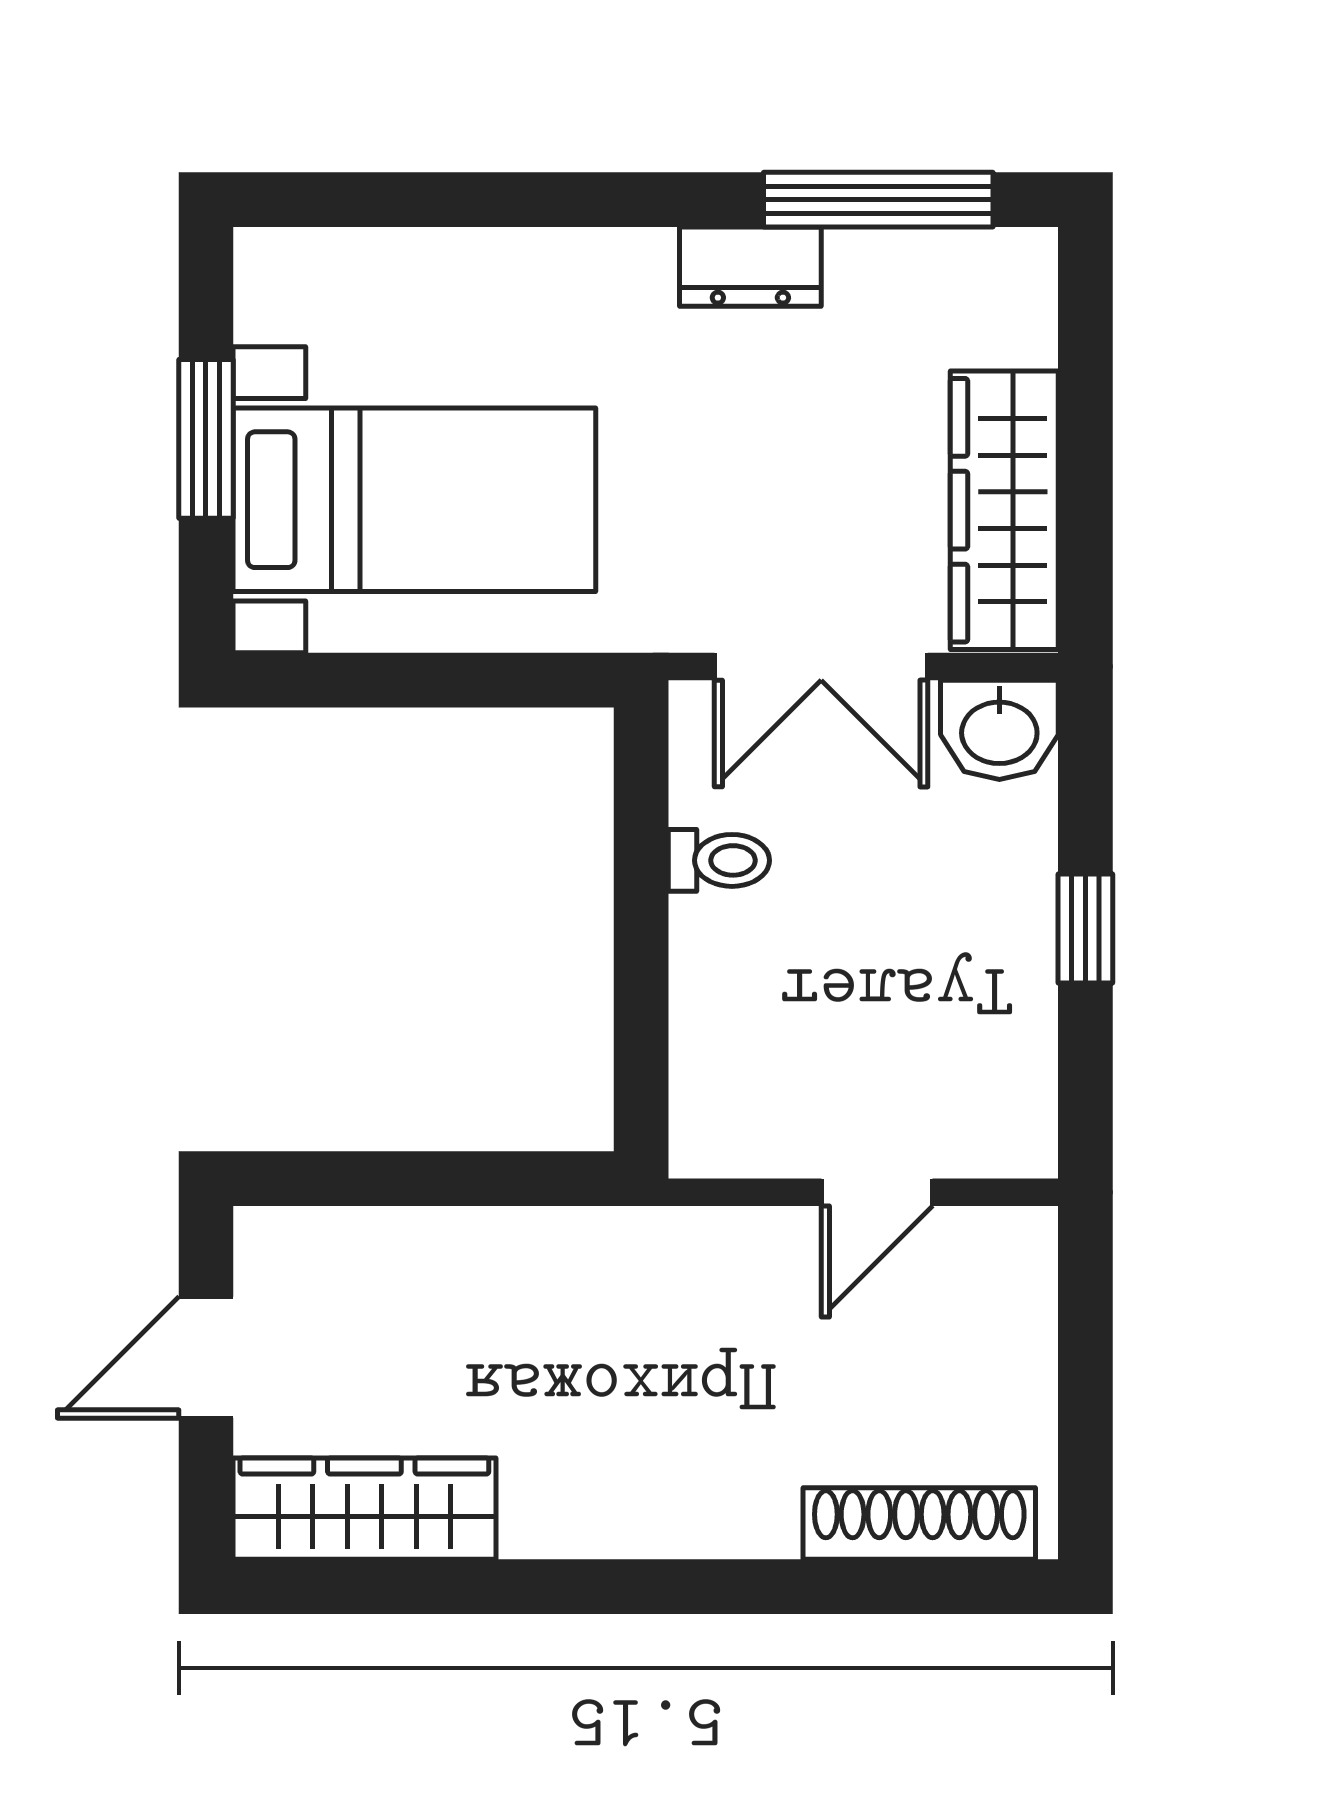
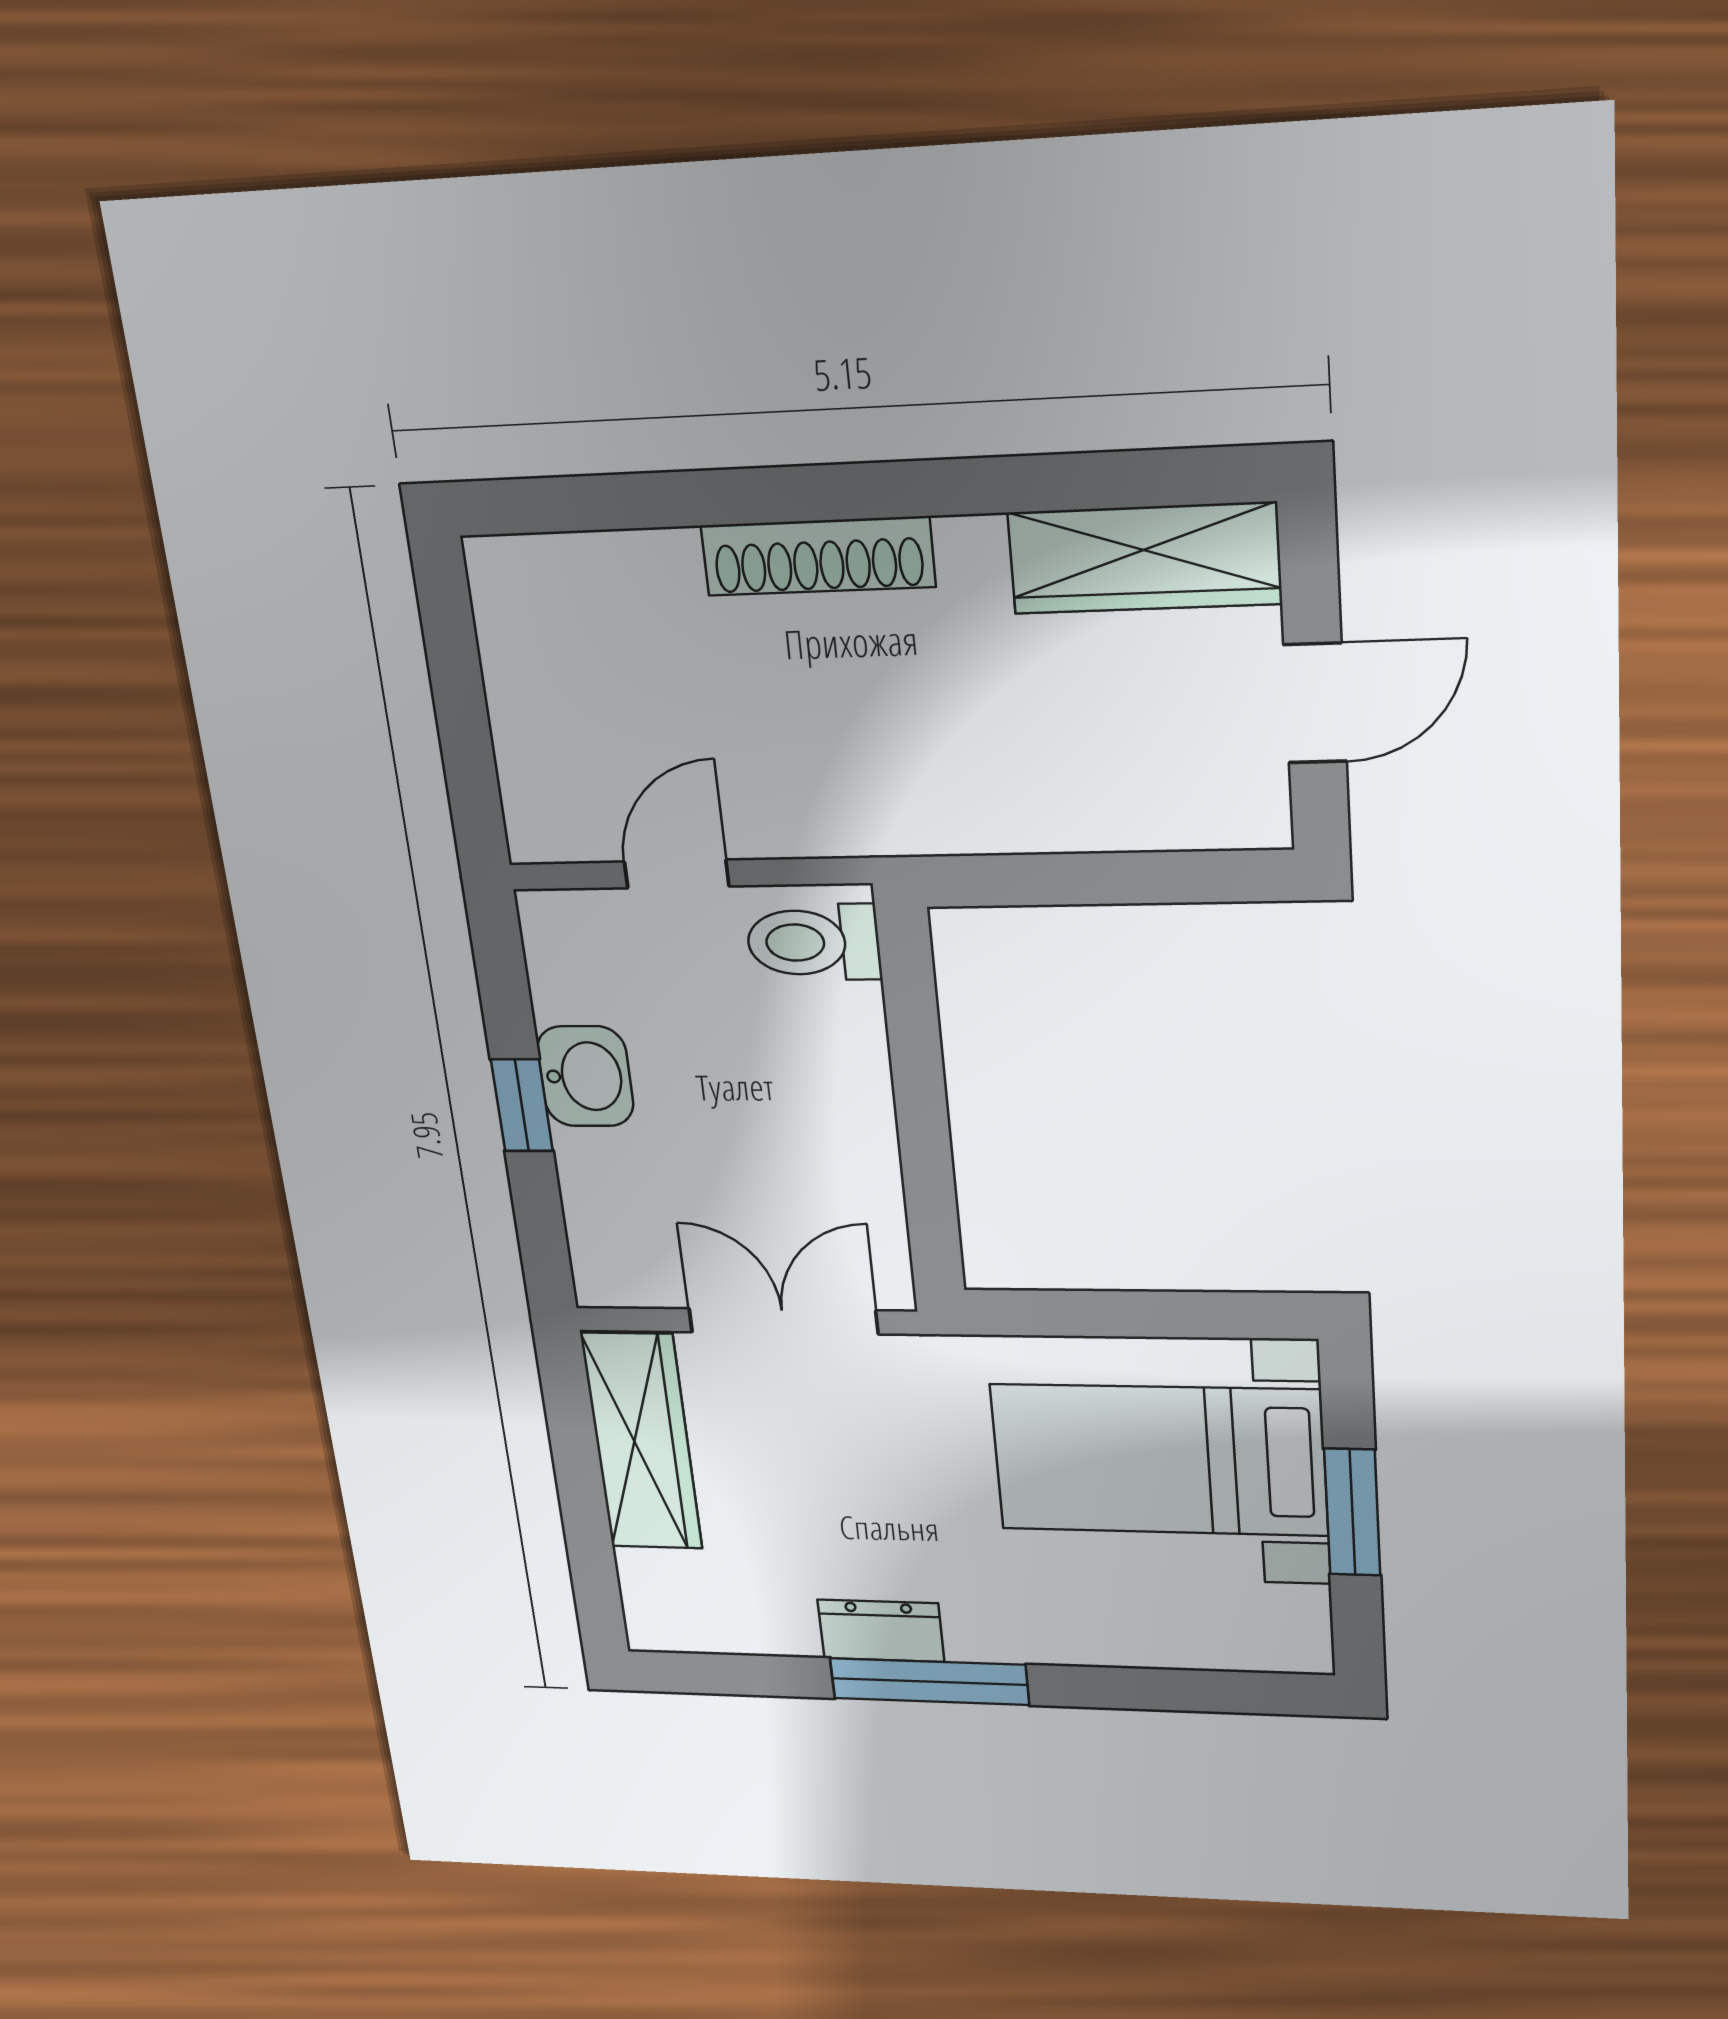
window: (878, 200) -> (929, 1682), moved
washbasin: (999, 730) -> (585, 1076), moved, turned 90
toilet: (719, 860) -> (813, 942), moved, width x1.37, depth x1.39
shoe rack: (919, 1524) -> (818, 556), moved

